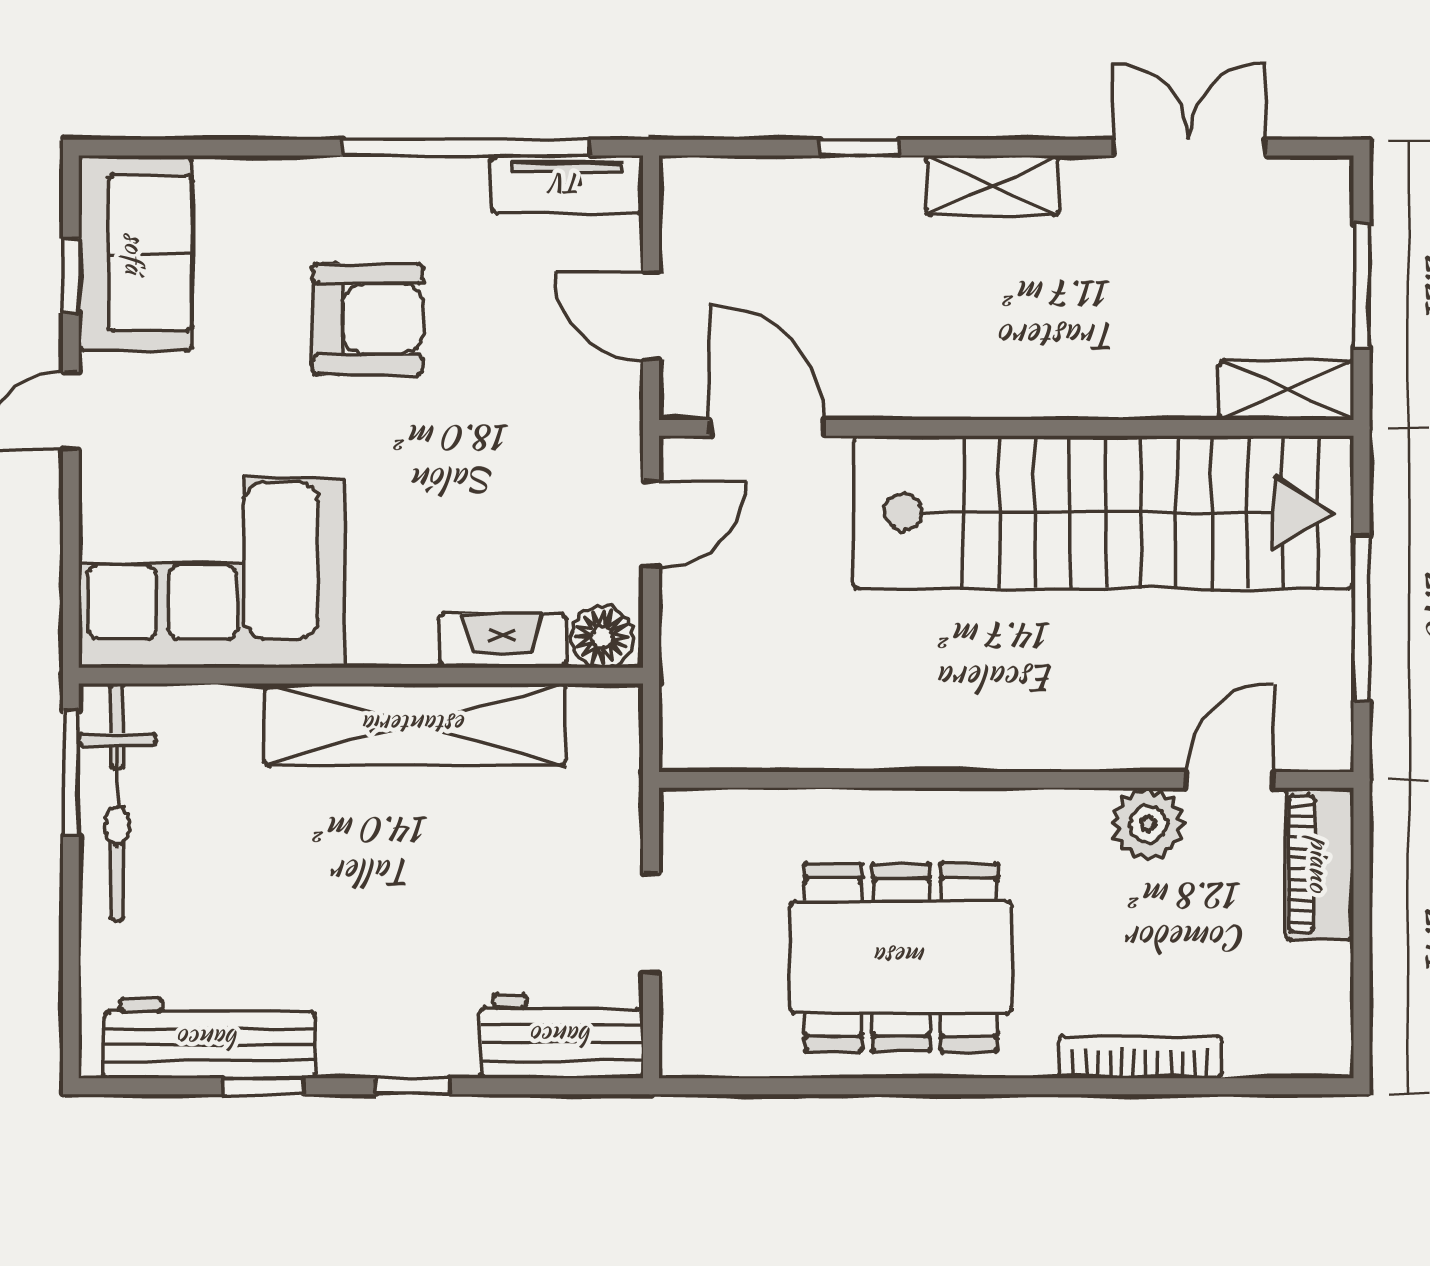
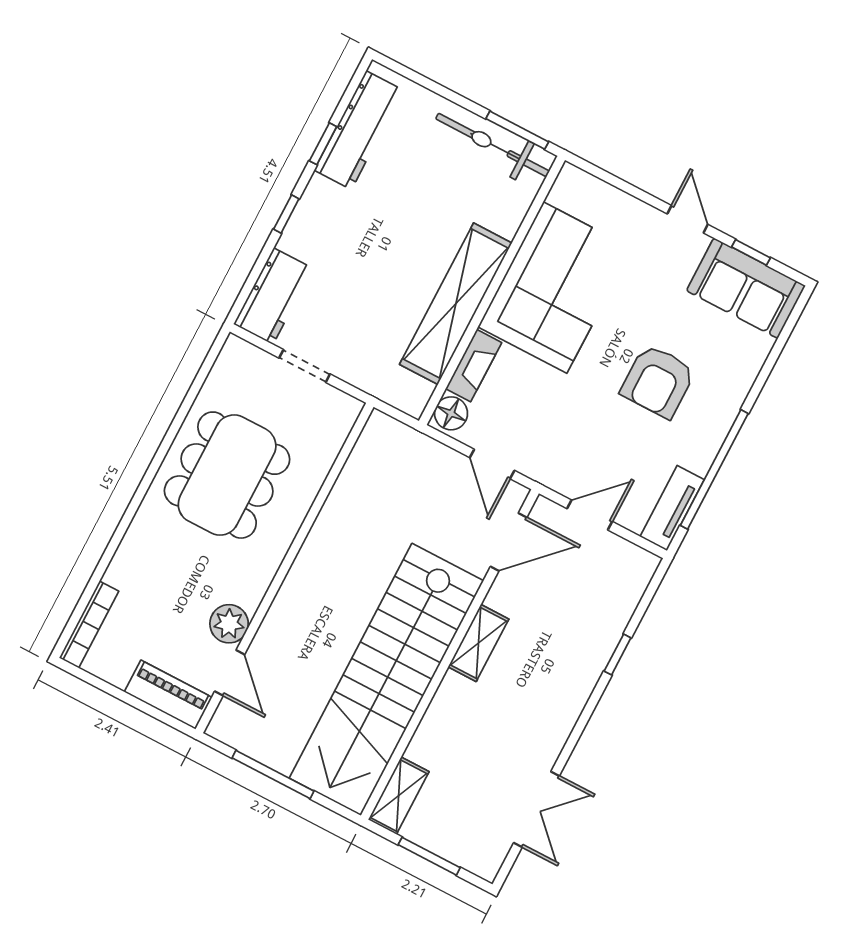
shelving: (992, 185) -> (478, 643), moved
corner sofa: (212, 573) -> (555, 288), moved
bookcase: (1140, 1057) -> (89, 625), moved

